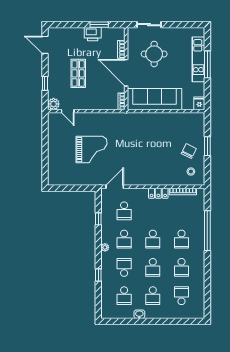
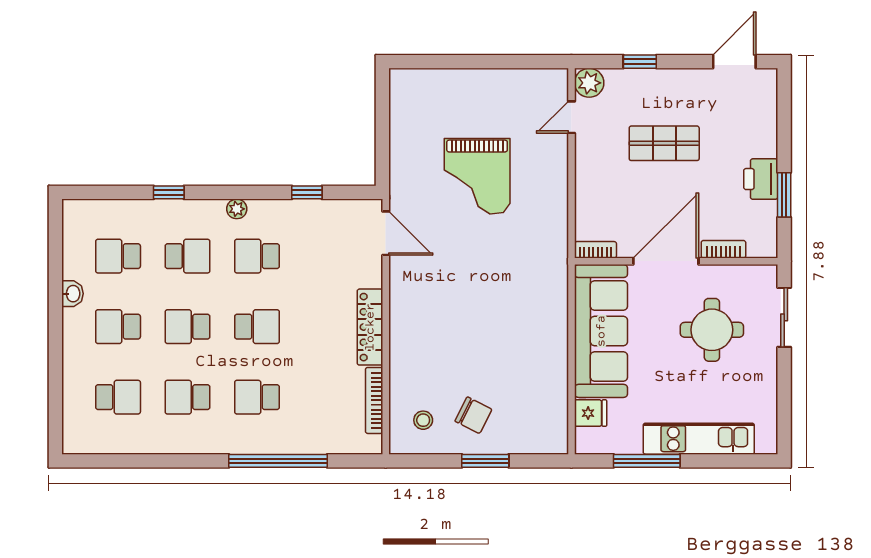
window: (207, 64) -> (647, 461), moved
fridge: (199, 103) -> (591, 413), moved
locker: (158, 193) -> (370, 327), width x1.53
school desk: (124, 211) -> (326, 256), removed
school desk: (153, 239) -> (257, 327), turned 180

